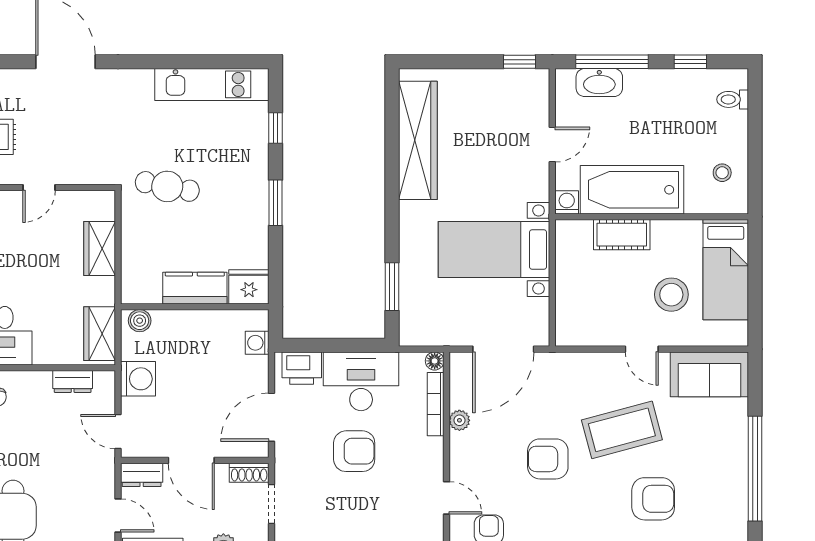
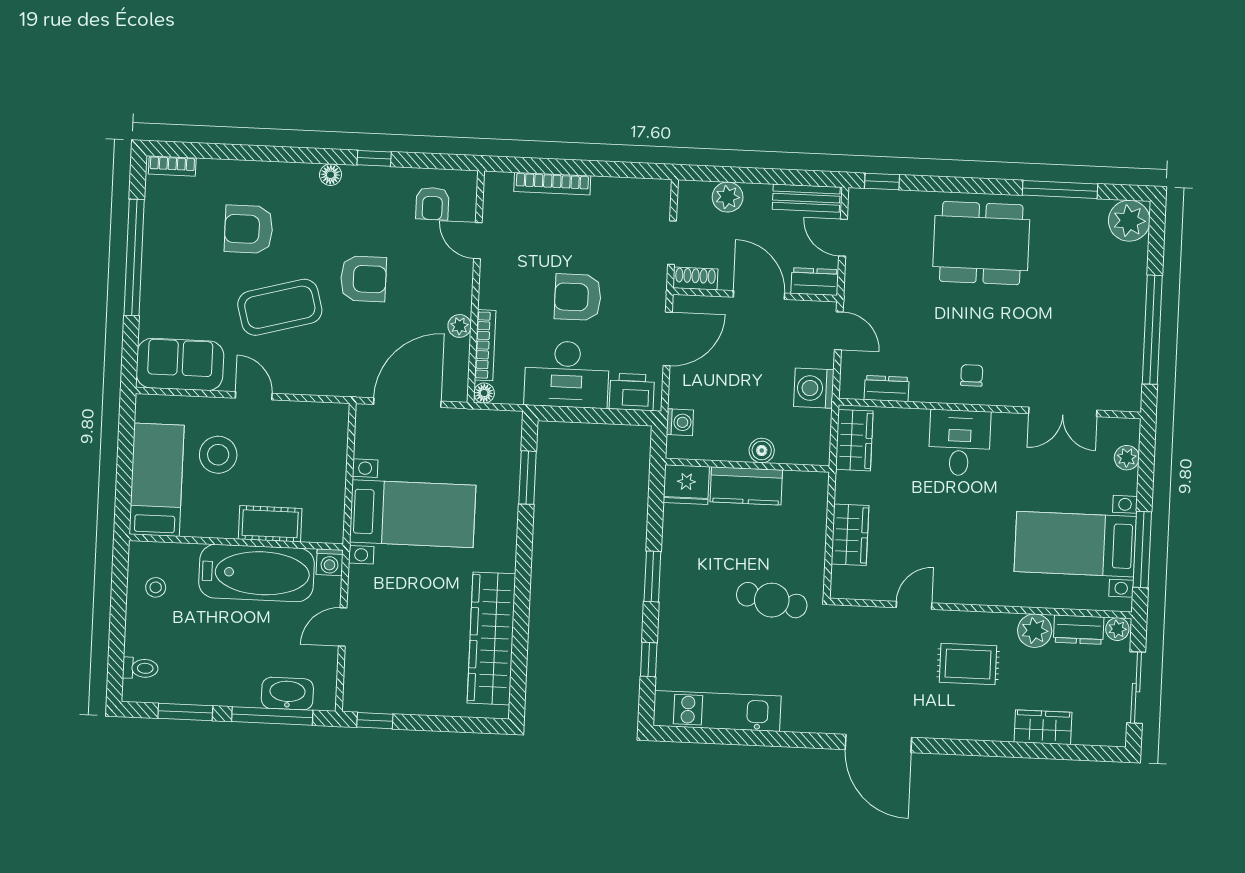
window: (690, 62) -> (185, 712), width x1.50
boiler: (140, 321) -> (762, 450), moved

